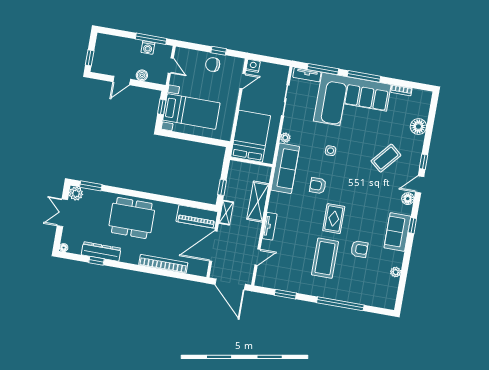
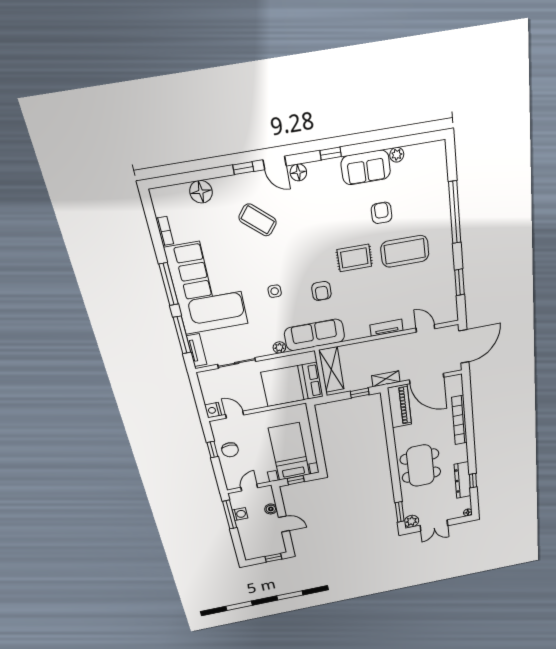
shelving: (258, 202) -> (331, 370), moved, turned 90
sofa: (397, 232) -> (366, 167), moved

